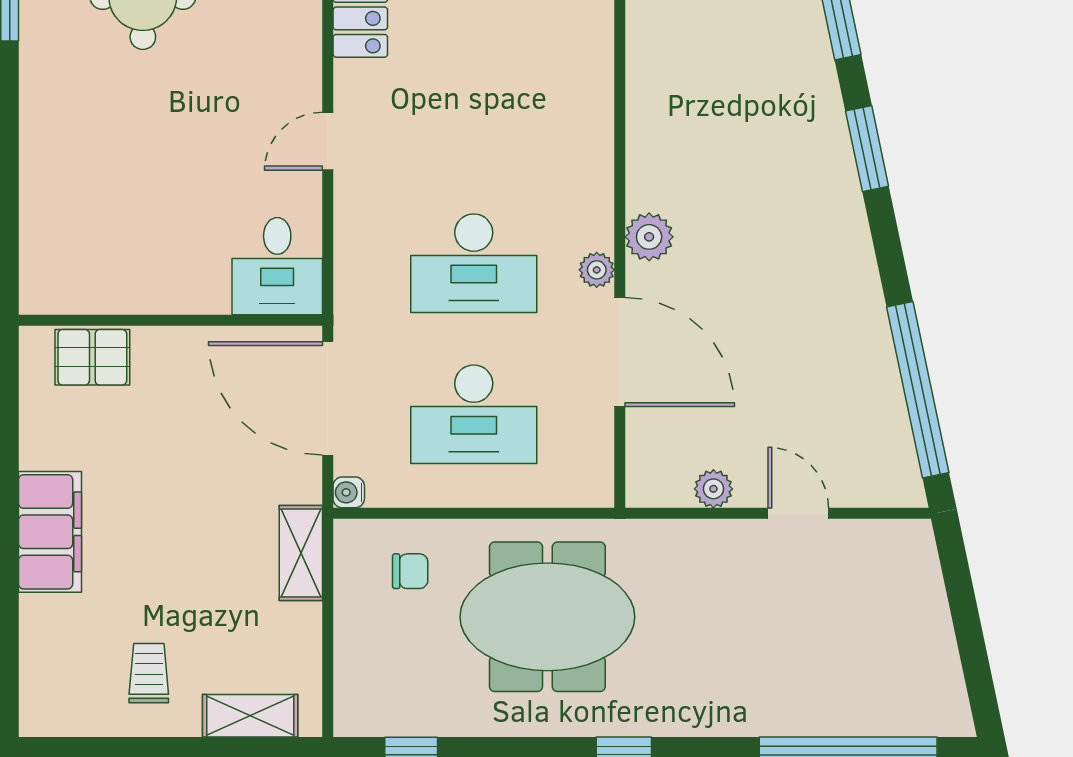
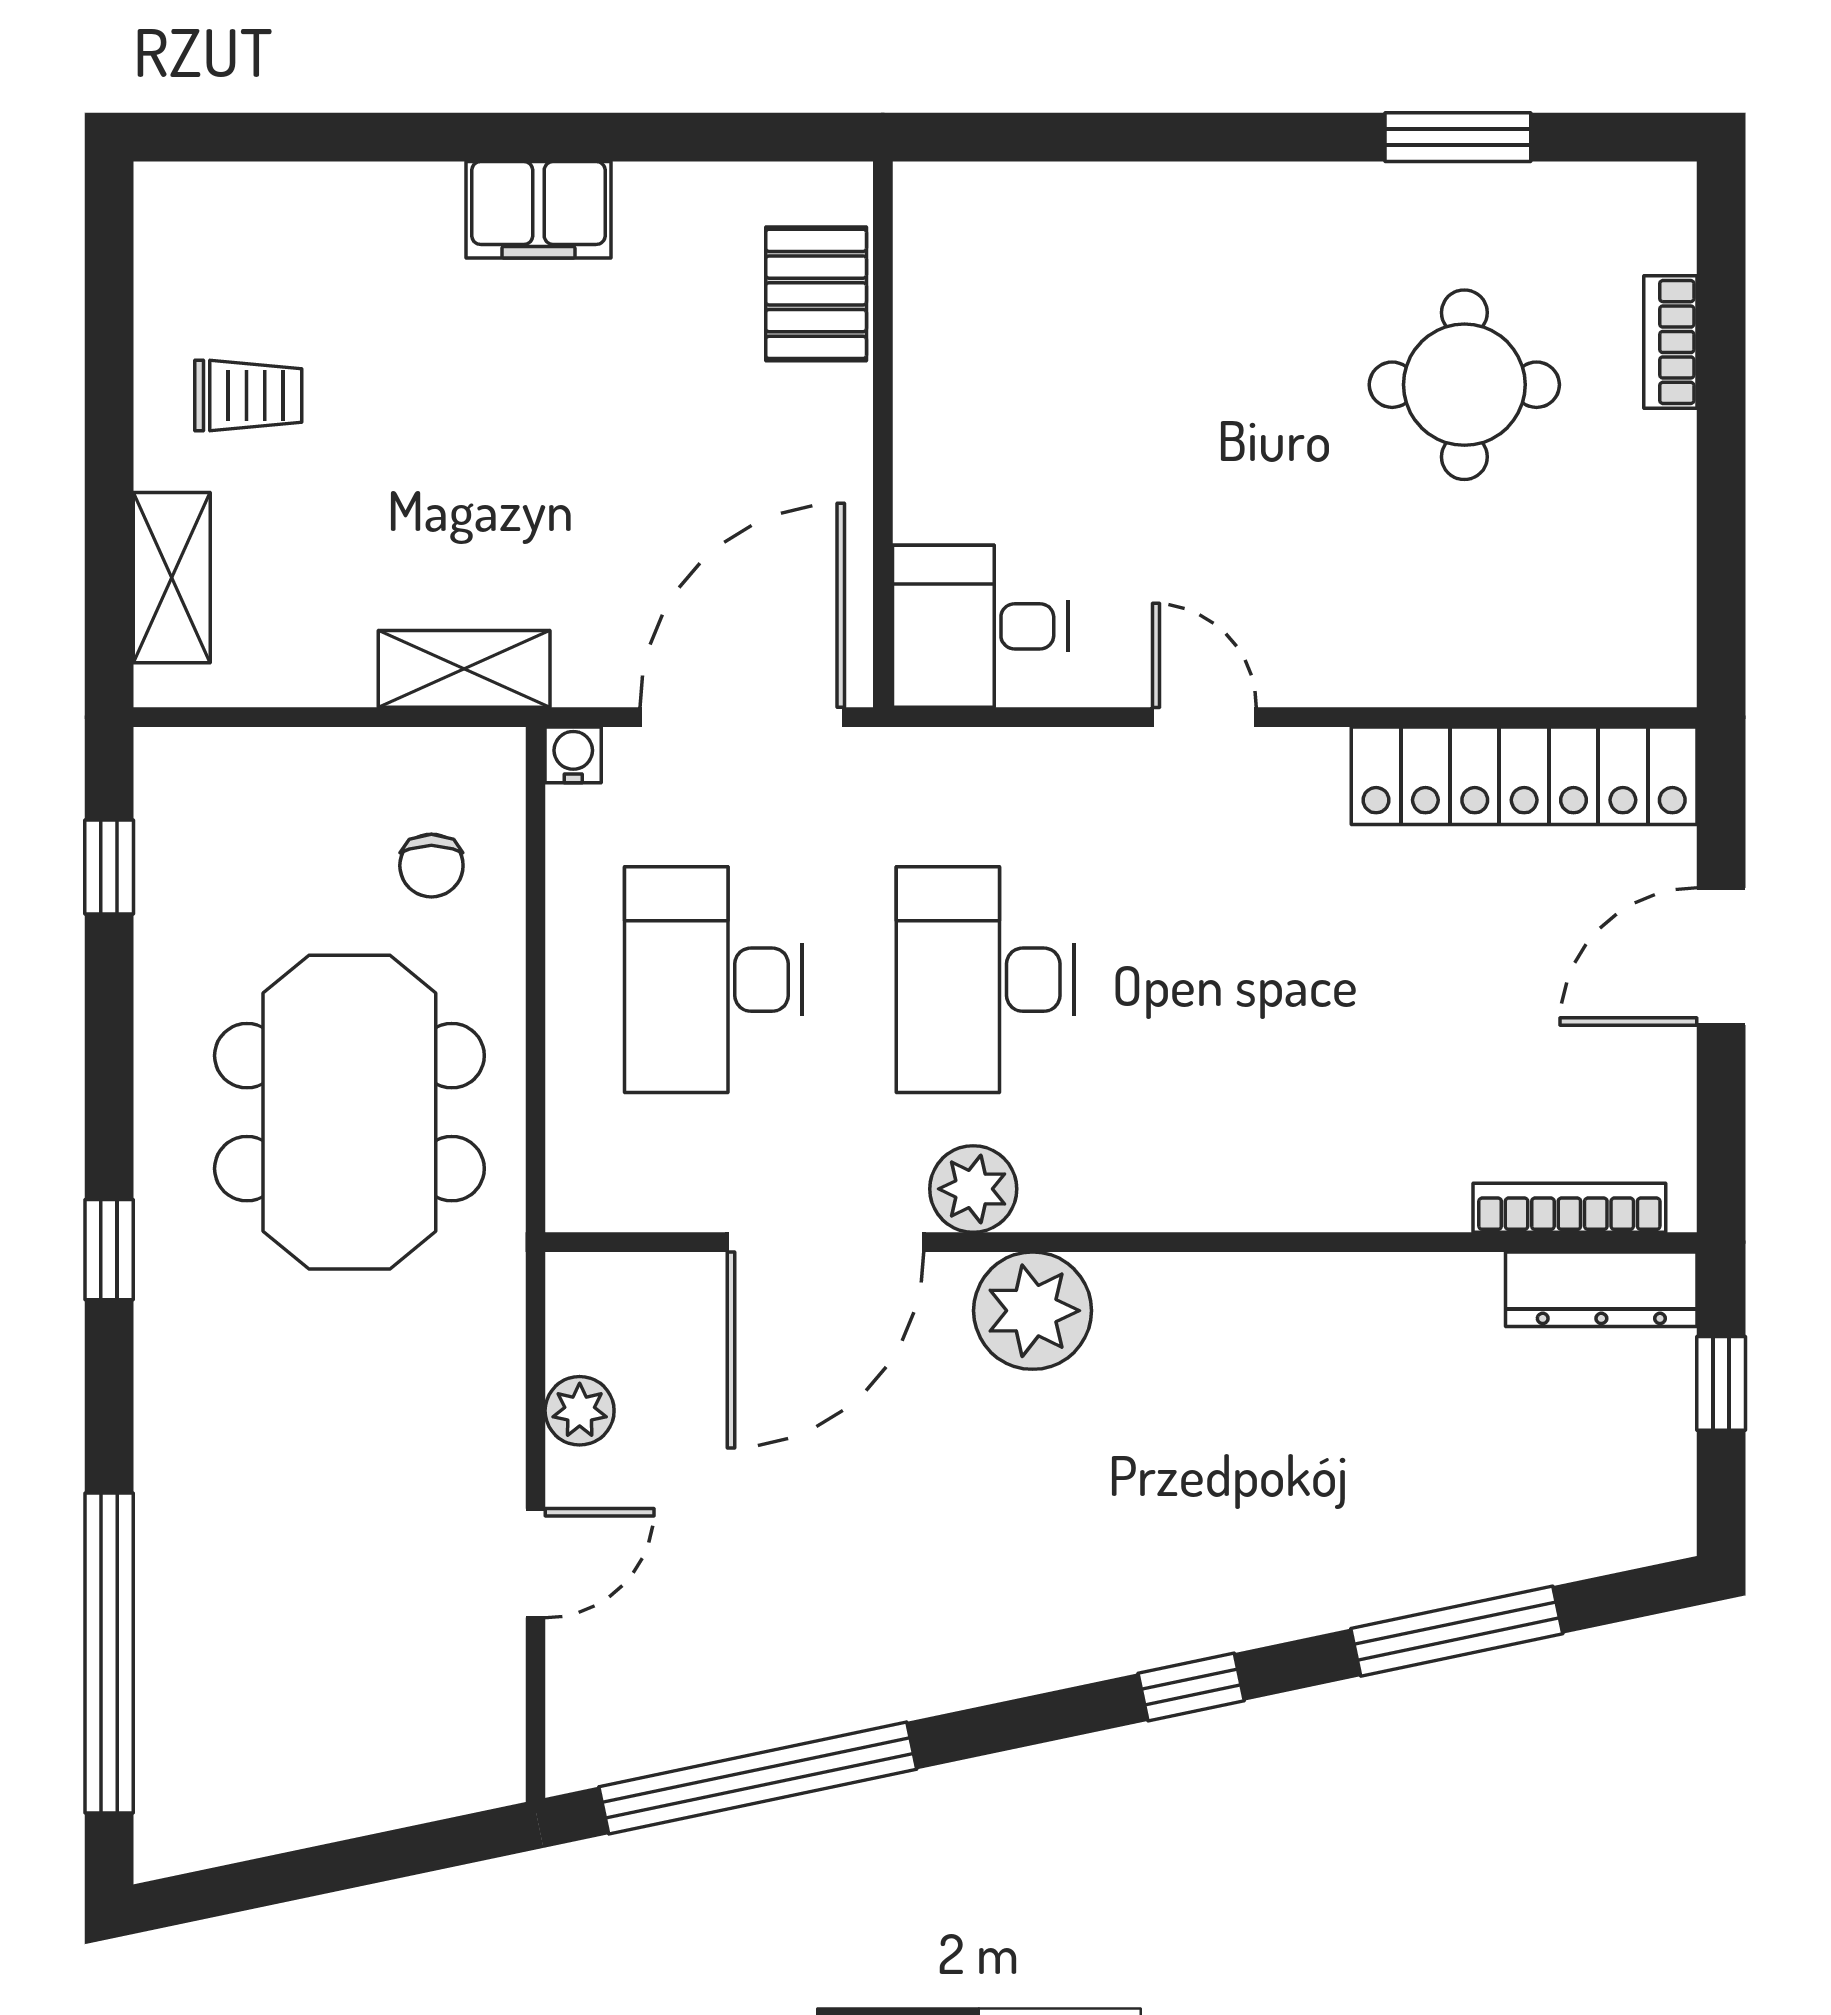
window: (867, 149) -> (1191, 1687), width x0.67
plant: (649, 237) -> (1033, 1311), width x1.36, depth x1.36
plant: (597, 270) -> (973, 1189), width x1.38, depth x1.38
filing cabinet: (50, 532) -> (538, 210), width x0.67, depth x0.86

